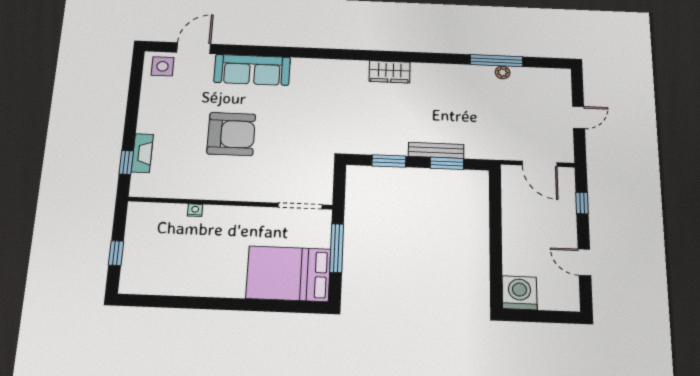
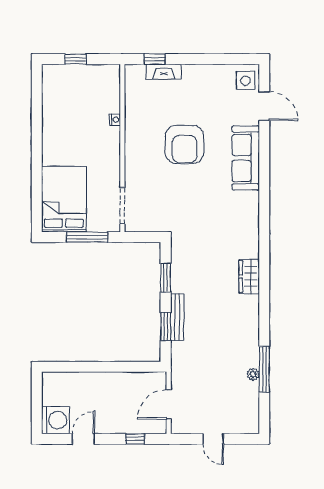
washing machine: (520, 293) -> (55, 420), moved

